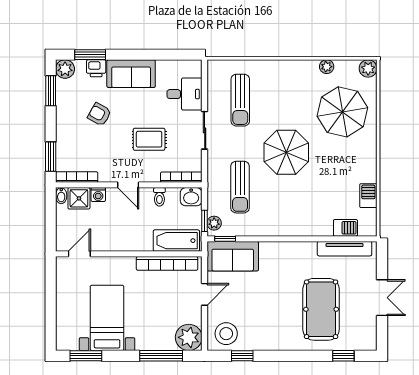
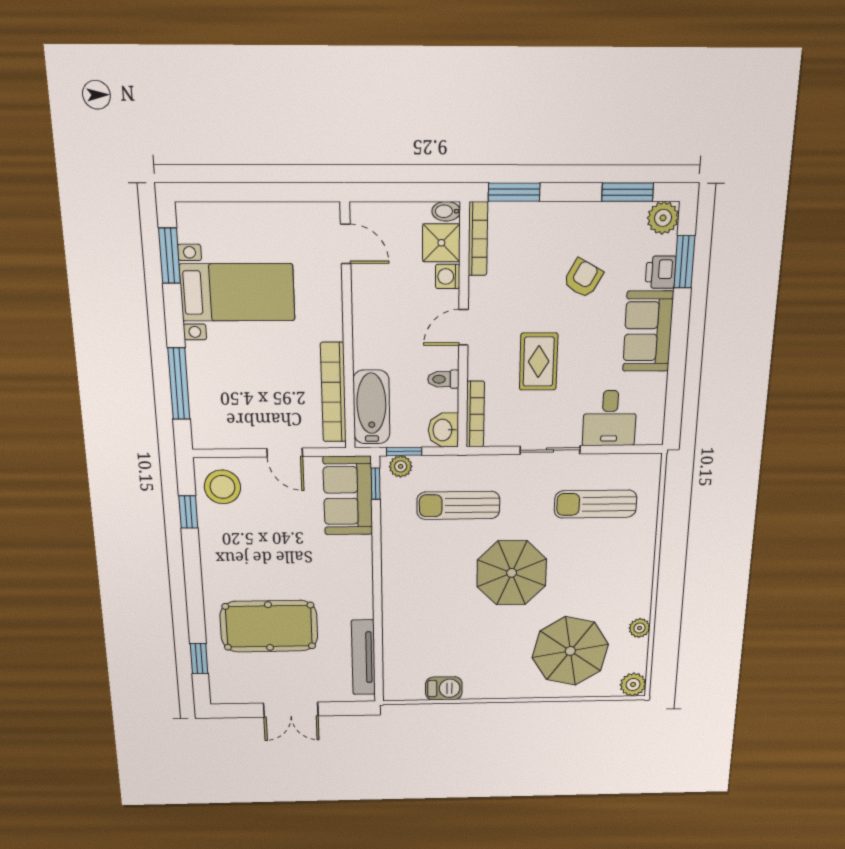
barbecue: (345, 228) -> (395, 658), removed
plant: (189, 337) -> (212, 428), removed

